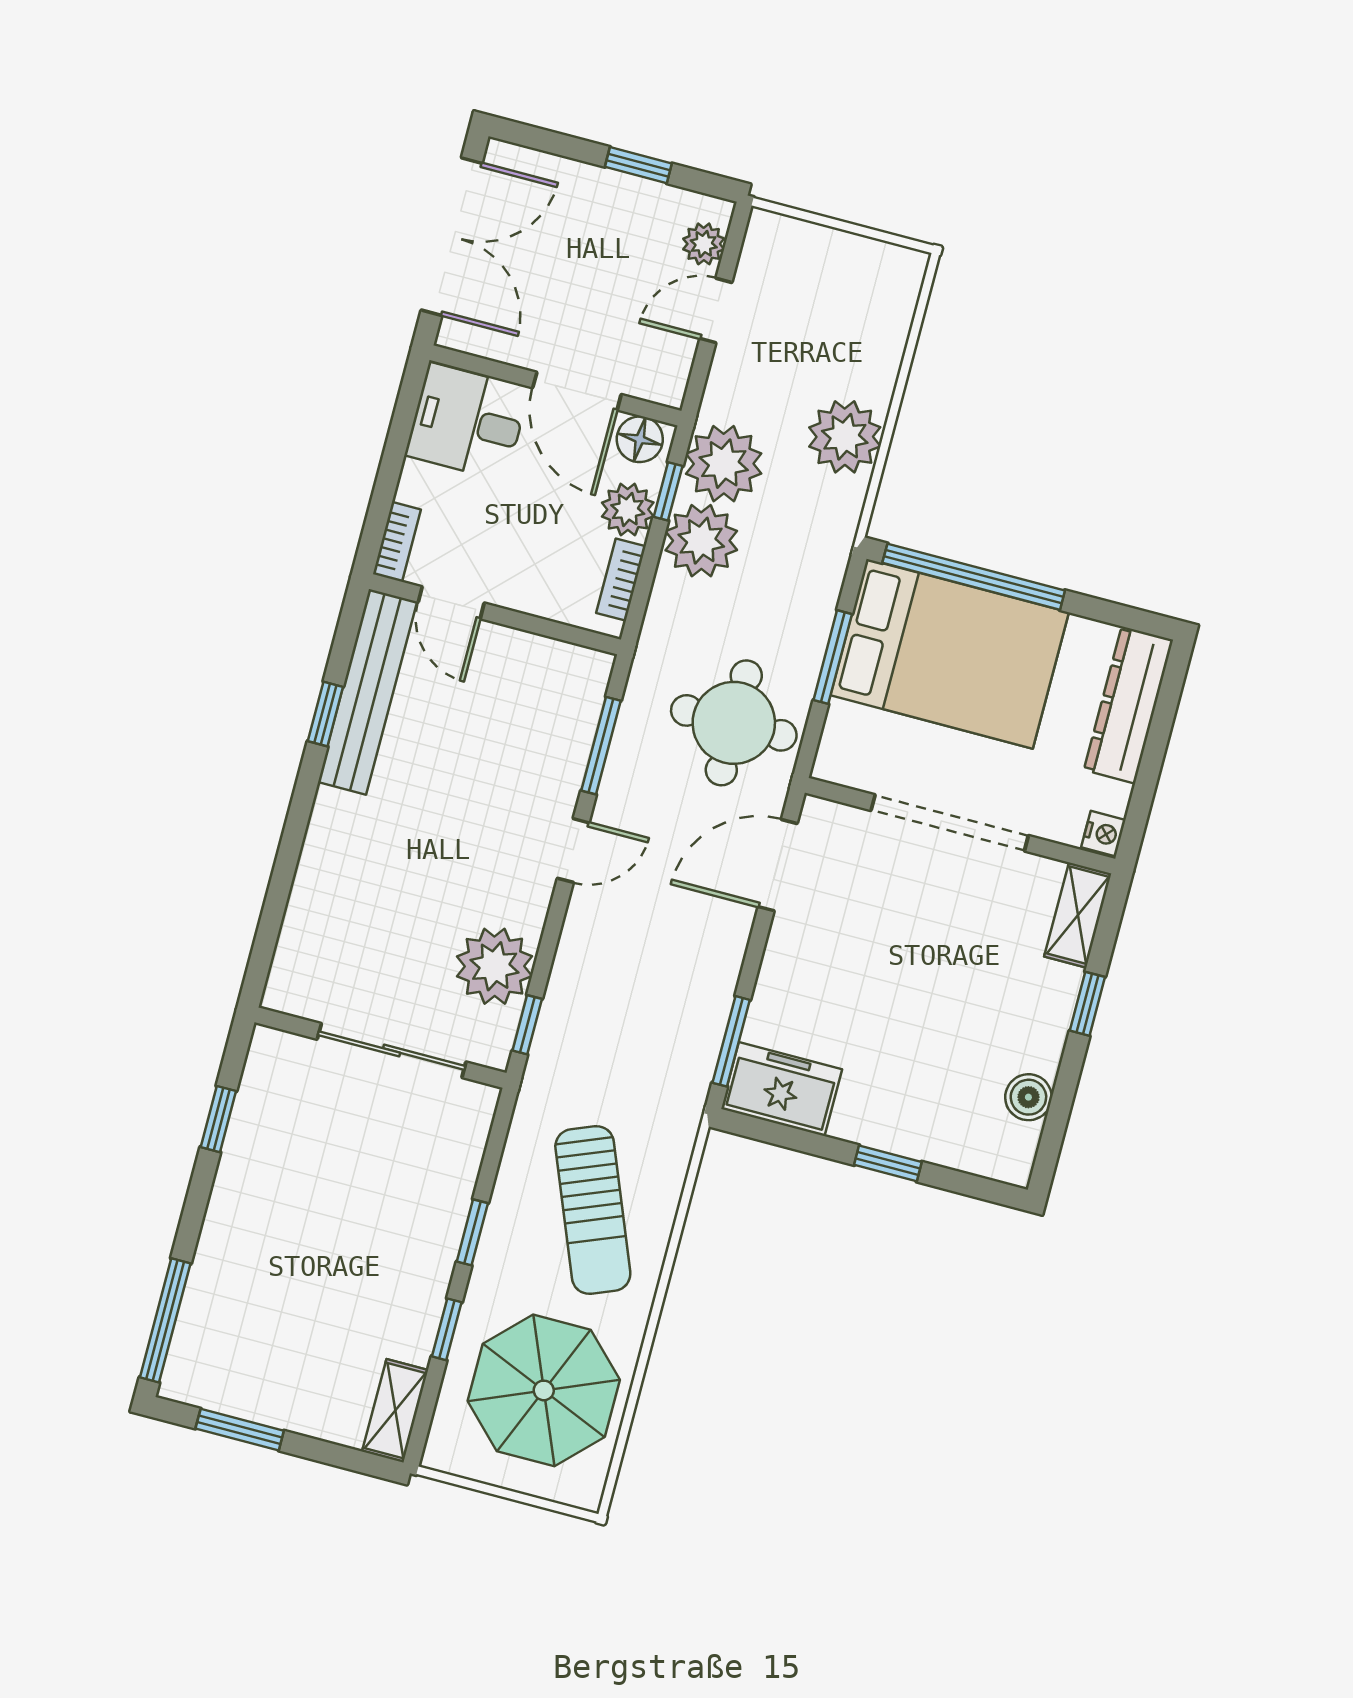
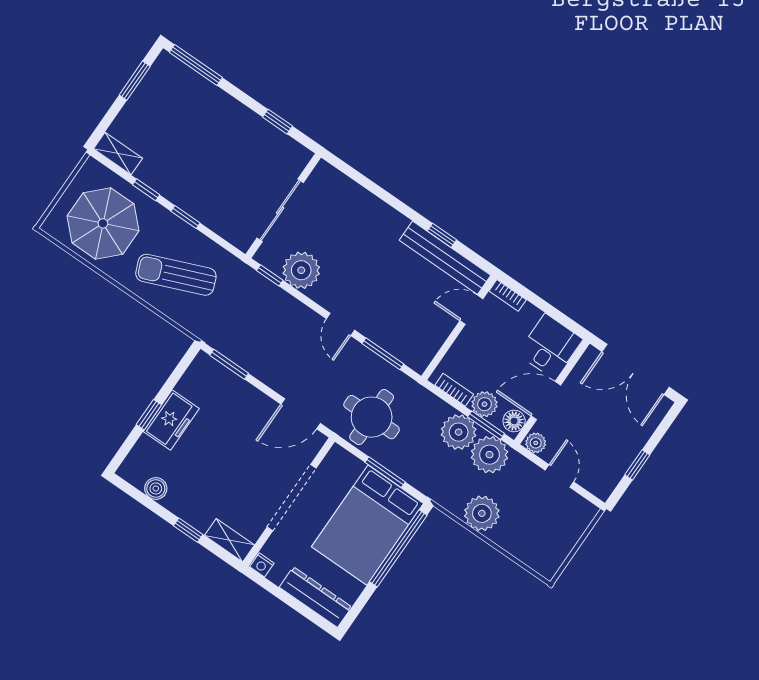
plant: (704, 244) -> (536, 443), moved
window: (668, 491) -> (486, 425), width x1.50
door: (778, 865) -> (301, 414), swing flipped
freezer: (782, 1089) -> (171, 420), moved

